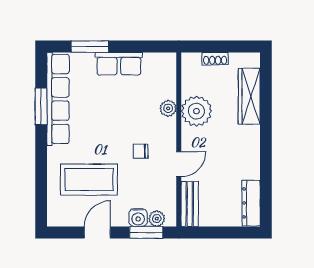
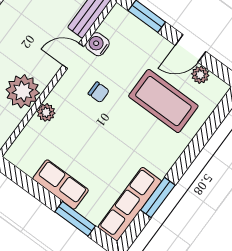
row of seats: (58, 99) -> (130, 204), width x0.73
water cooler: (138, 218) -> (97, 44), moved, turned -90
plant: (157, 219) -> (200, 75), moved

